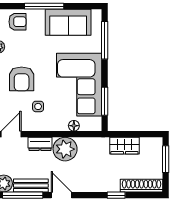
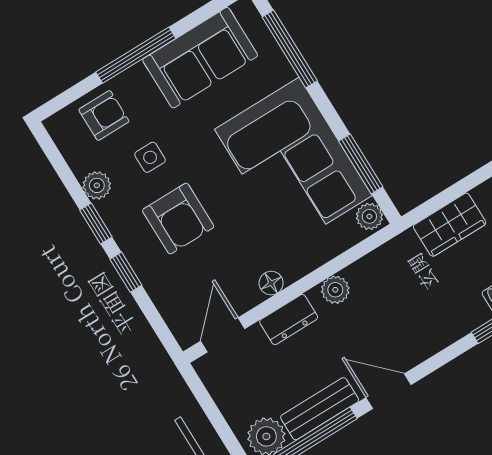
side table: (38, 106) -> (150, 157), moved
plant: (96, 123) -> (369, 216), added
floor lamp: (74, 126) -> (271, 283), moved
plant: (65, 149) -> (335, 290), width x0.53, depth x0.53

